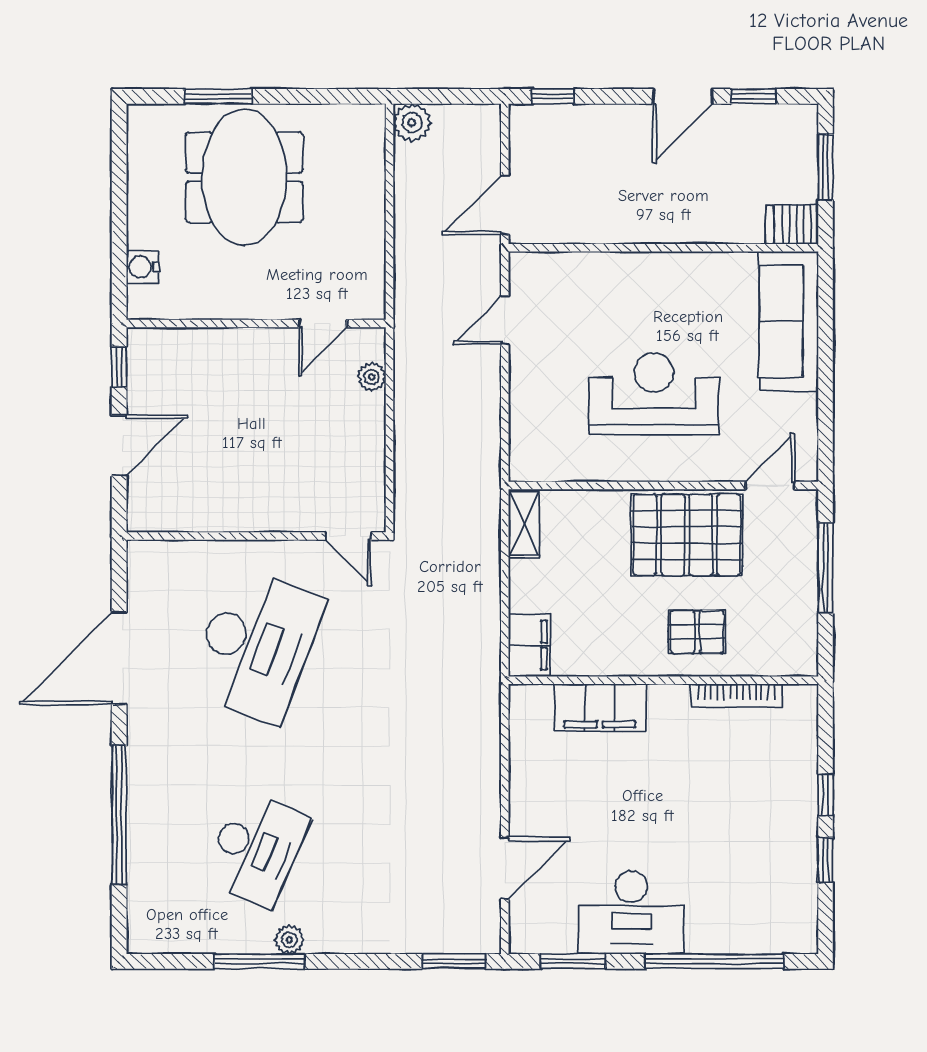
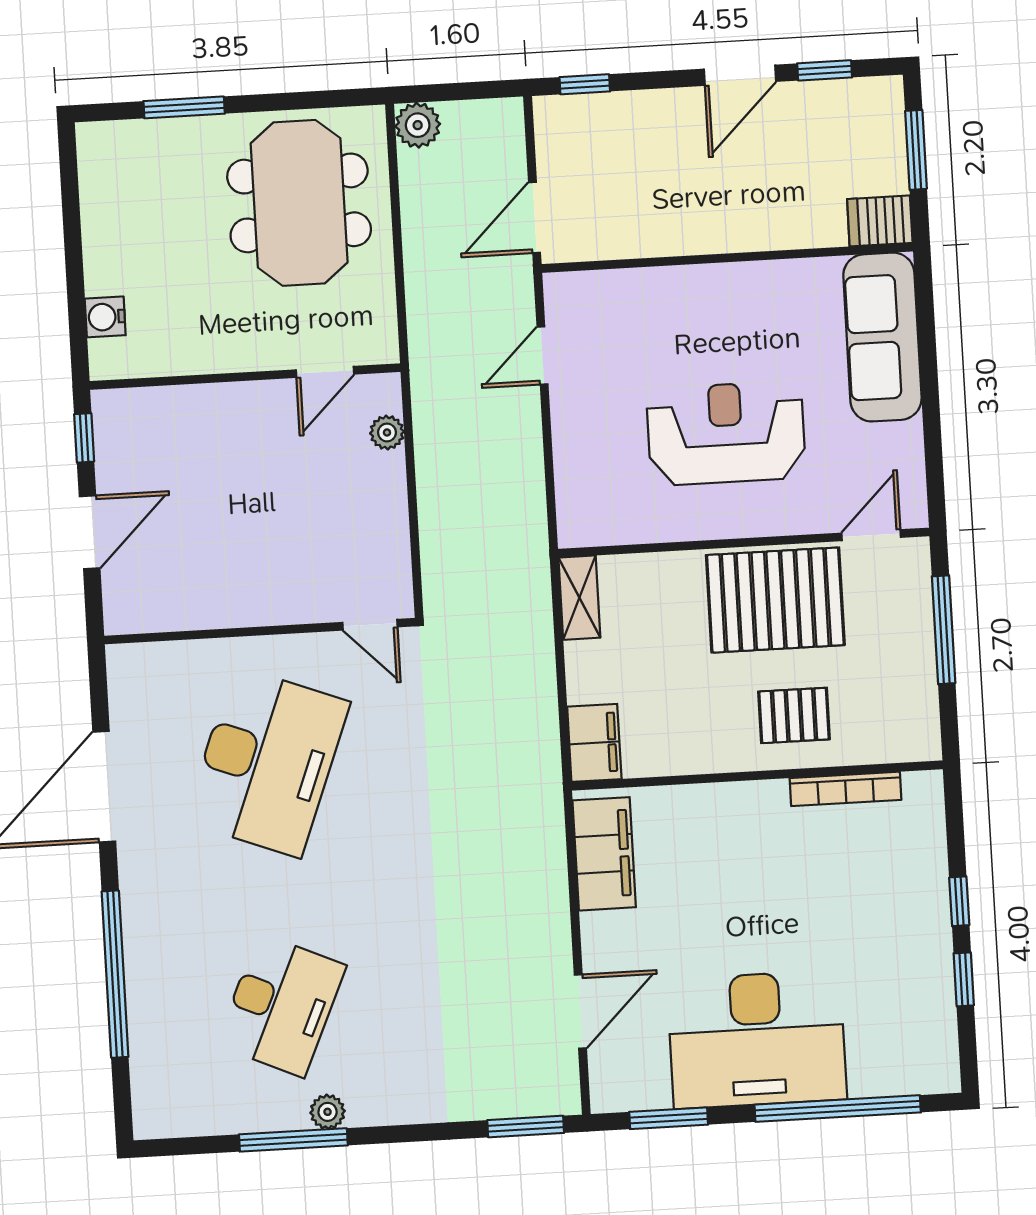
meeting table: (244, 177) -> (299, 203), moved
filing cabinet: (600, 708) -> (604, 854), moved, turned -90
desk: (631, 912) -> (757, 1039), width x1.36, depth x1.30

